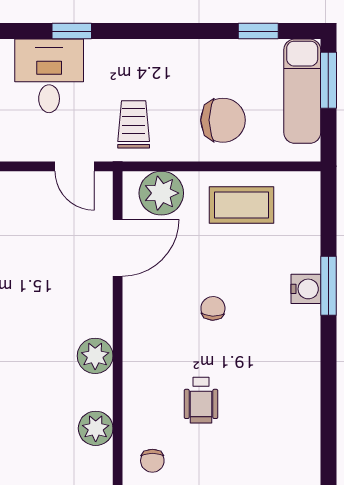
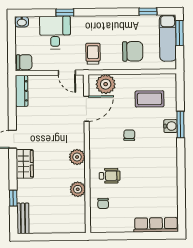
coffee table: (242, 205) -> (150, 99), moved
wheelchair: (201, 400) -> (110, 176), moved, turned -90

